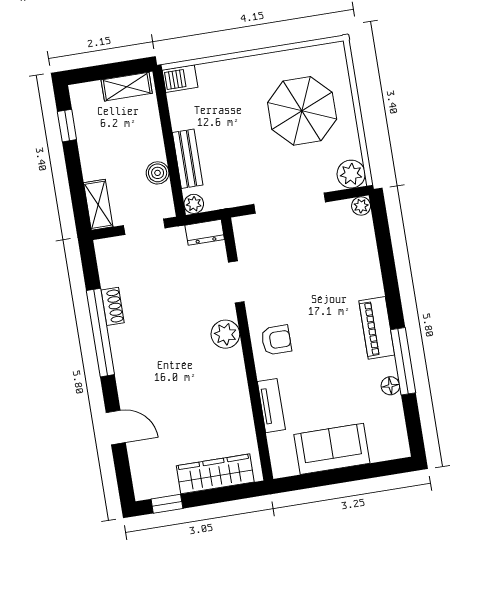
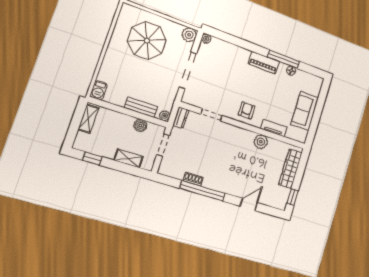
shelving: (98, 205) -> (129, 159), moved
plant: (225, 334) -> (261, 142), moved

